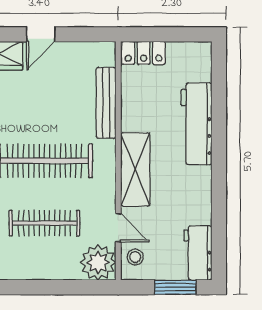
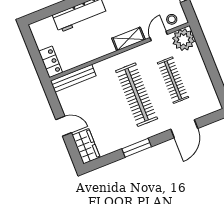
bench: (106, 103) -> (73, 78), moved
shelving: (135, 169) -> (129, 39), width x0.67, depth x0.75

